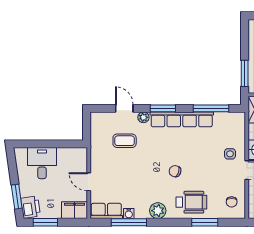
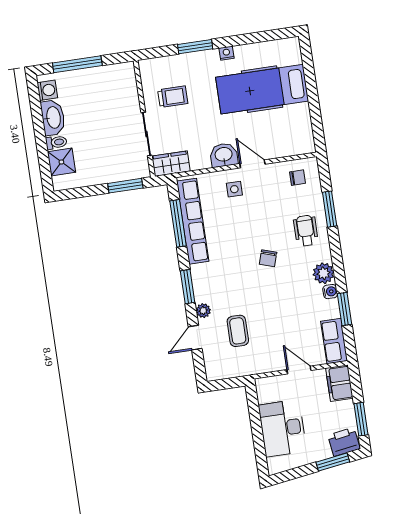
row of seats: (182, 119) -> (193, 221), moved
desk: (42, 163) -> (283, 428), width x1.37
door: (89, 182) -> (299, 370), swing flipped
wheelchair: (191, 202) -> (306, 231), width x0.73, depth x0.73
water cooler: (129, 214) -> (330, 292), moved
window: (129, 222) -> (344, 309), width x0.69

